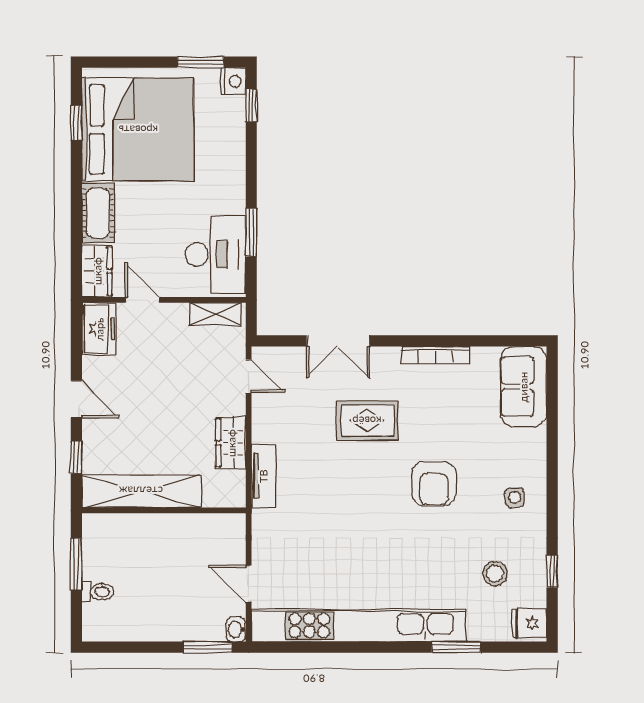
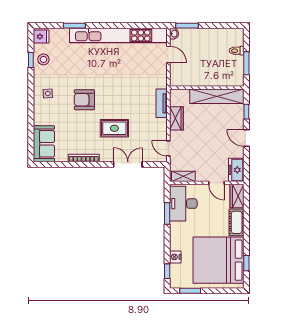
nightstand: (233, 81) -> (175, 257), moved
armchair: (434, 484) -> (84, 100), turned -90
stool: (495, 574) -> (43, 59), moved

